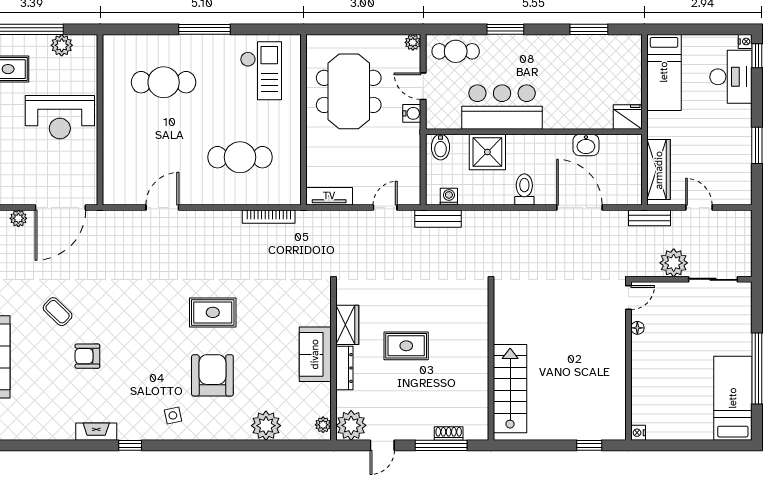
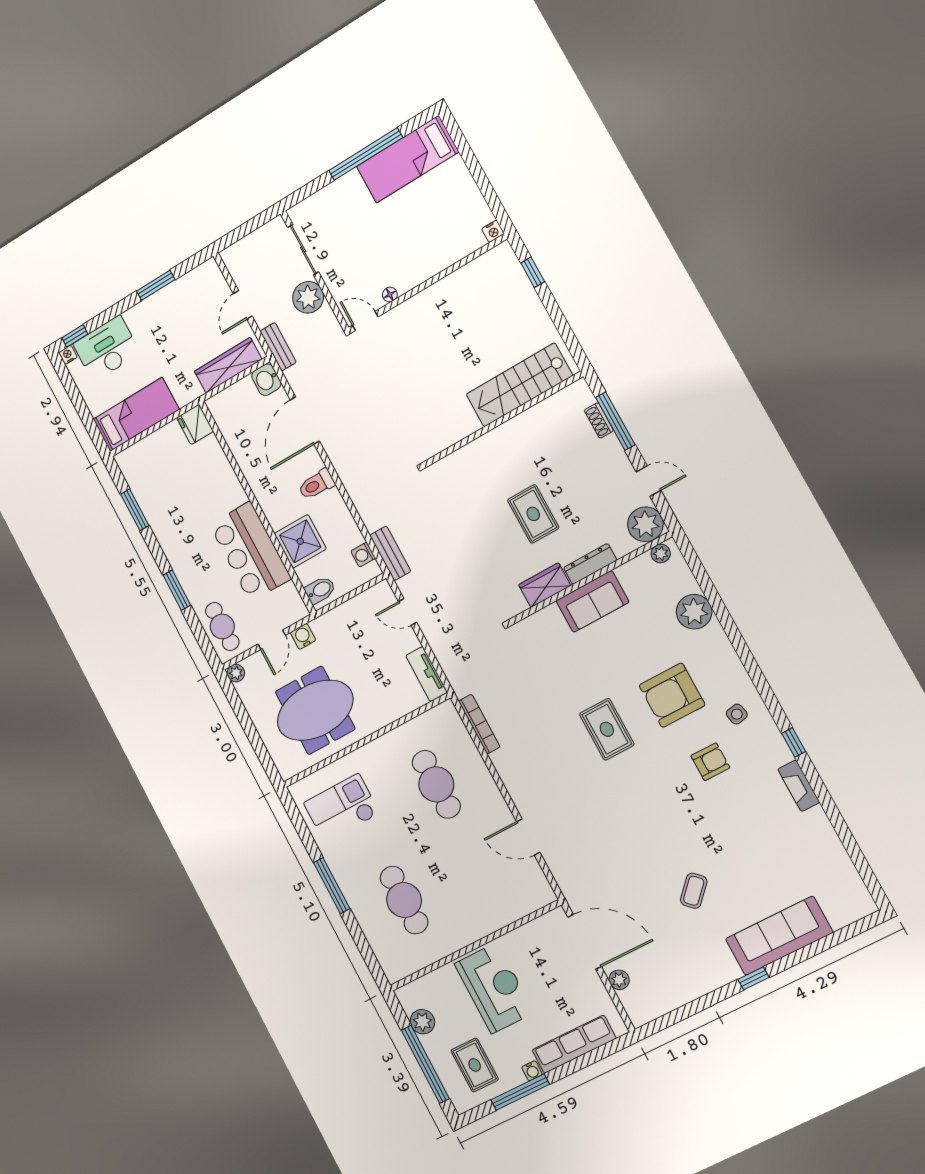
washbasin: (586, 145) -> (266, 380), moved, turned 180
armchair: (87, 356) -> (710, 762), moved, turned -90

